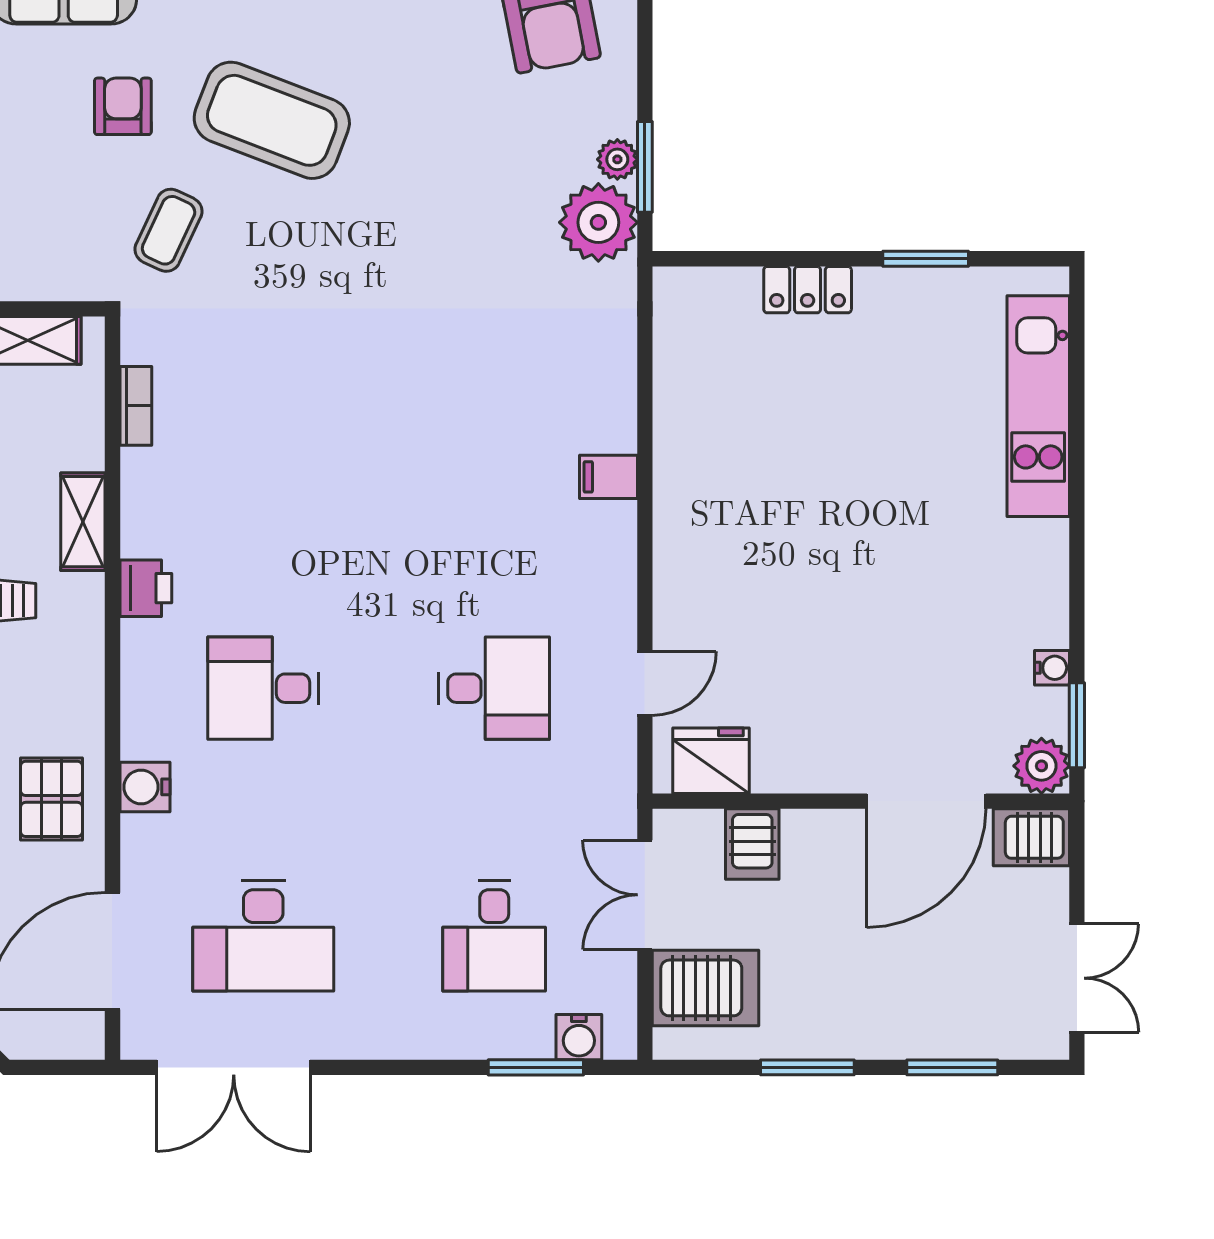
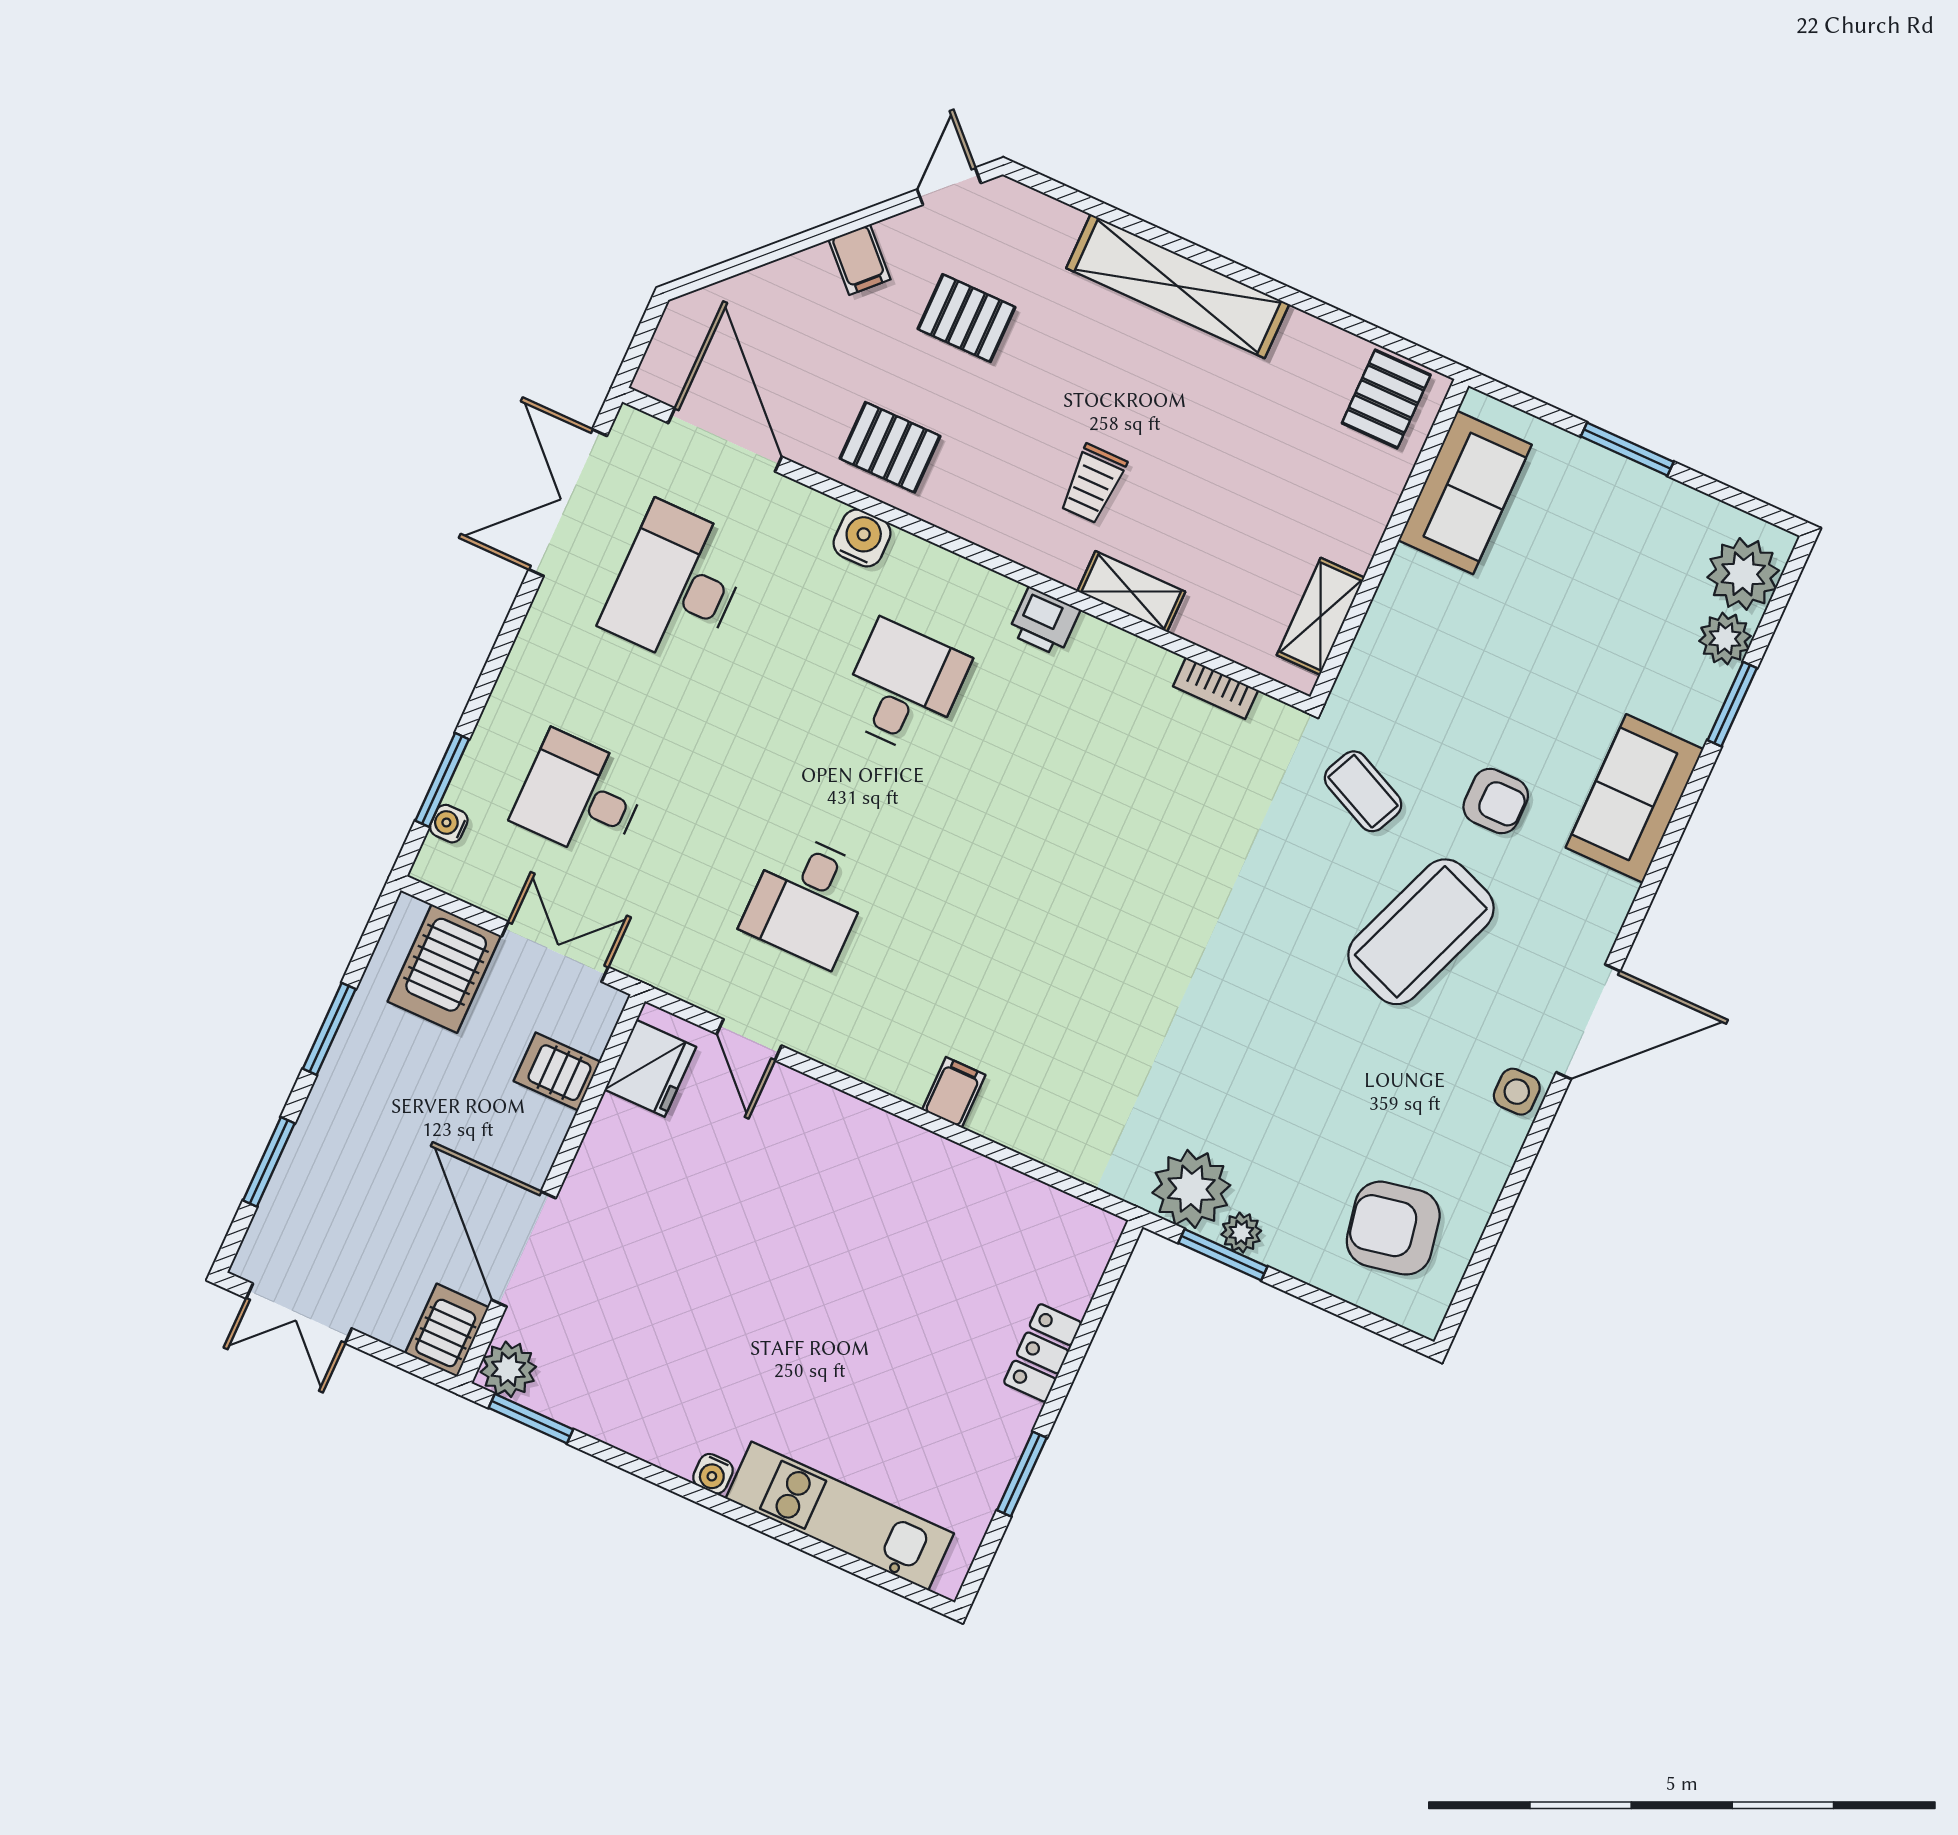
water cooler: (1052, 668) -> (713, 1474), moved
water cooler: (579, 1037) -> (449, 824), width x0.72, depth x0.72

